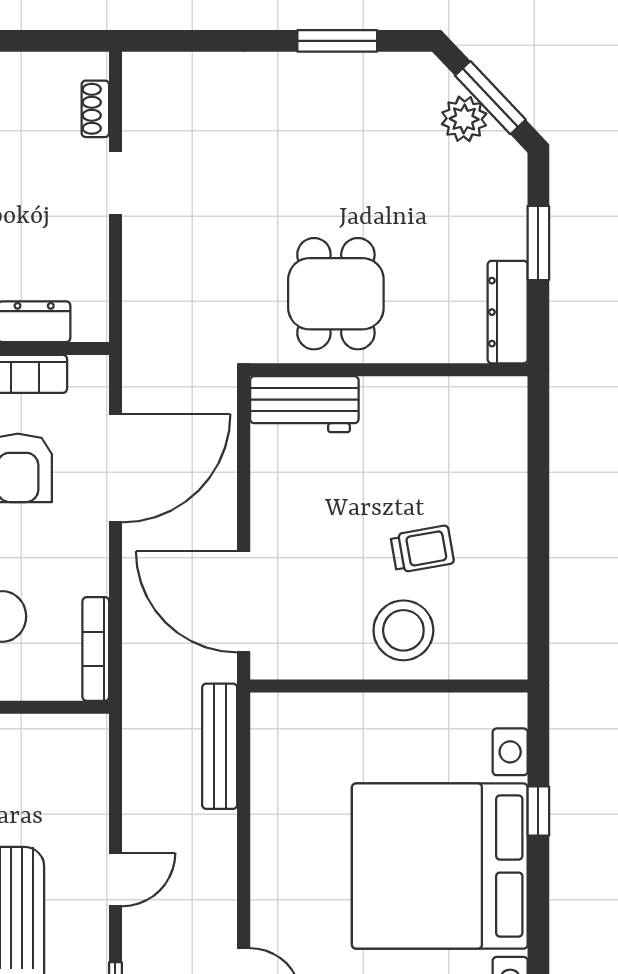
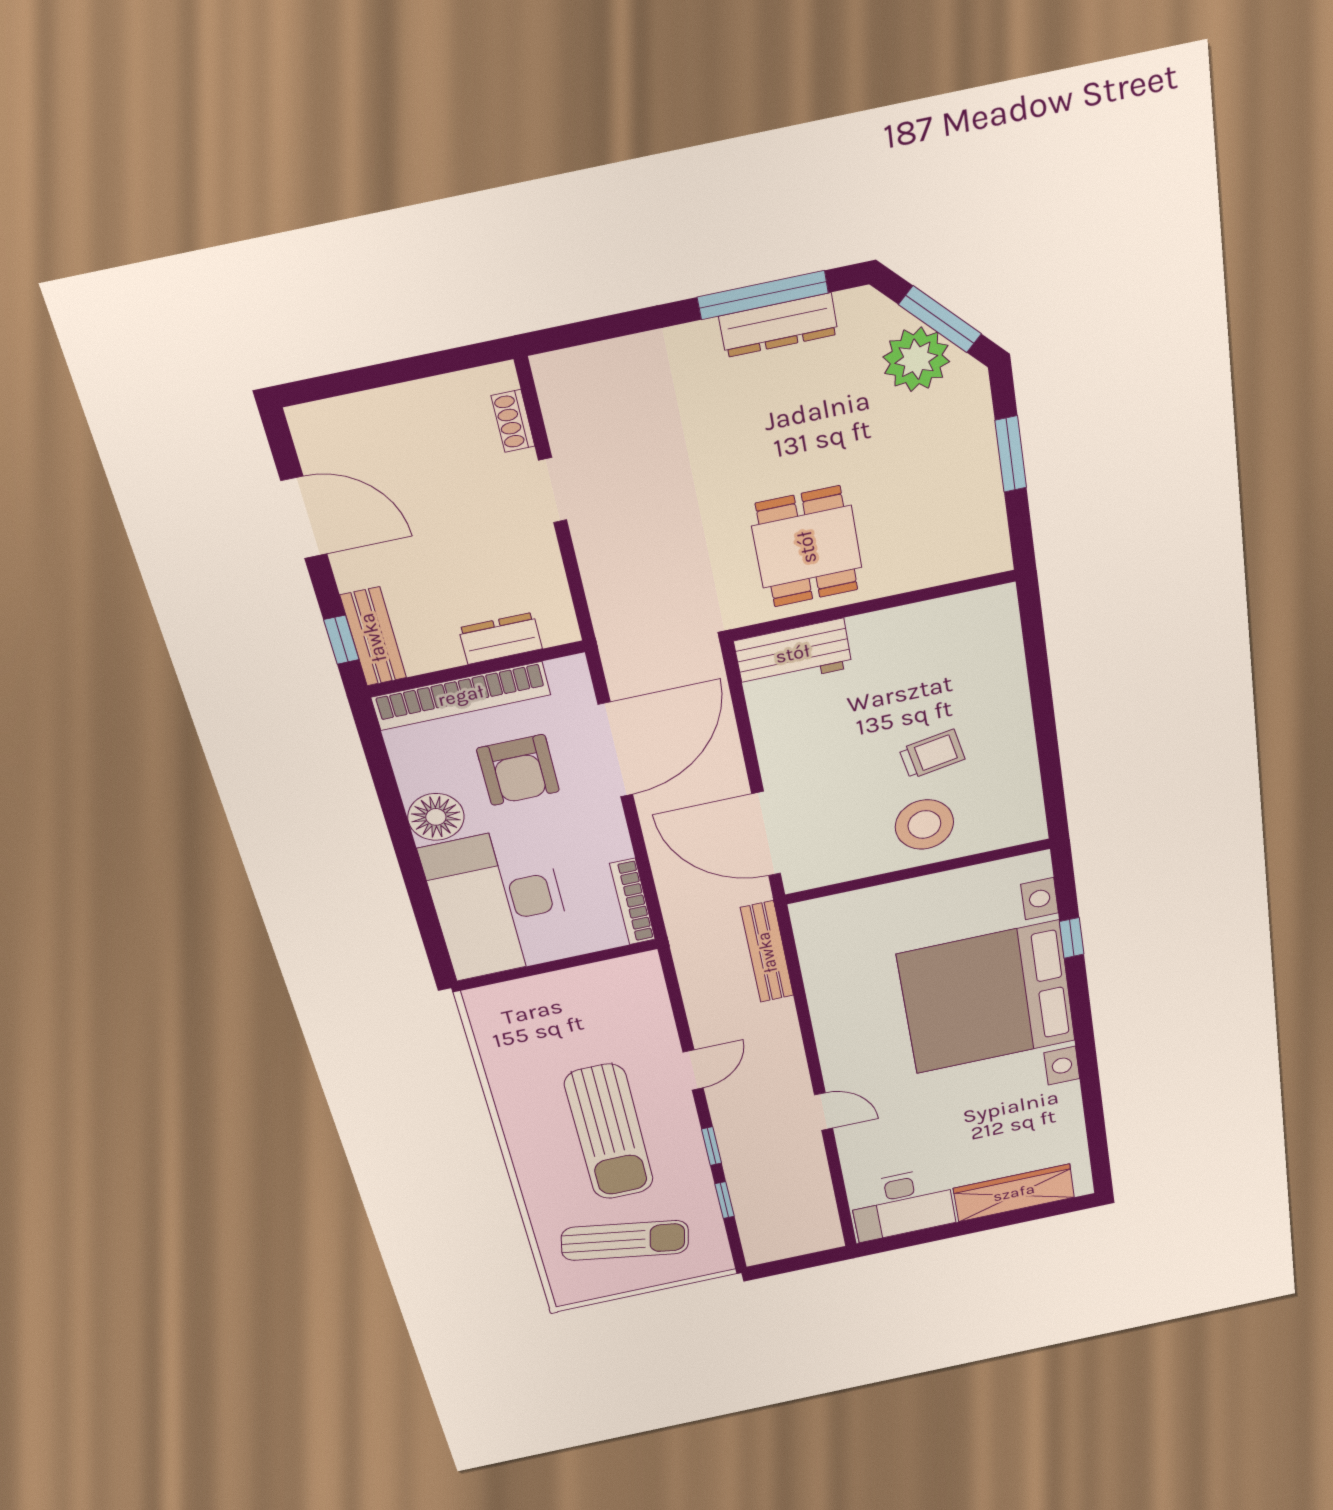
window: (337, 41) -> (763, 295), width x1.44
plant: (464, 119) -> (916, 359), width x1.36, depth x1.36
dresser: (508, 312) -> (779, 325), moved, turned -90

